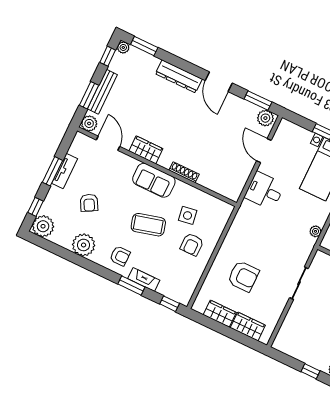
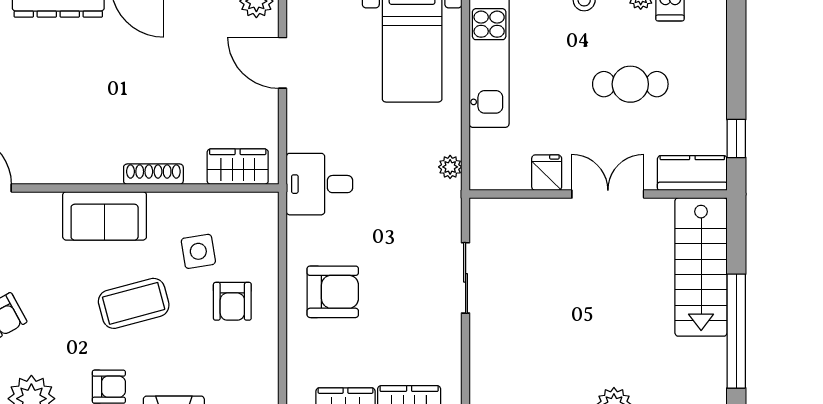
wardrobe: (146, 150) -> (238, 167), moved
desk: (265, 191) -> (319, 184), moved
armchair: (243, 276) -> (333, 292), moved

